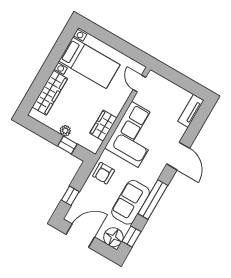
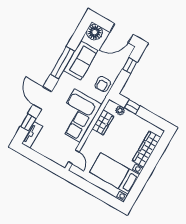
plant: (65, 131) -> (120, 110), moved
armchair: (104, 173) -> (103, 84), turned 180
window: (131, 237) -> (28, 123), moved

